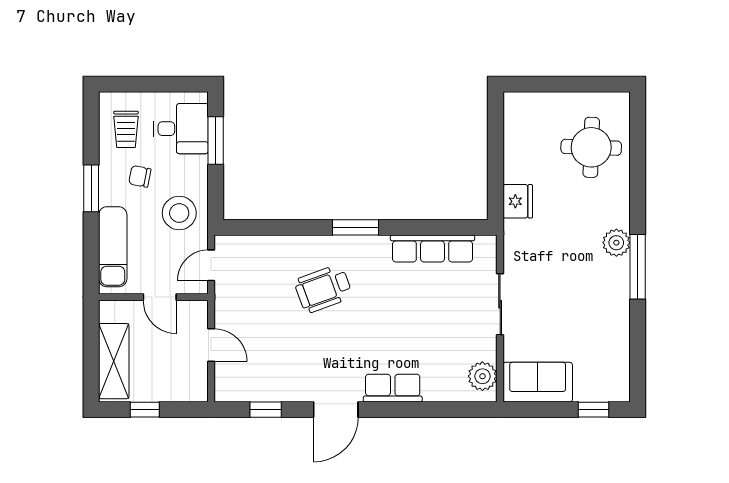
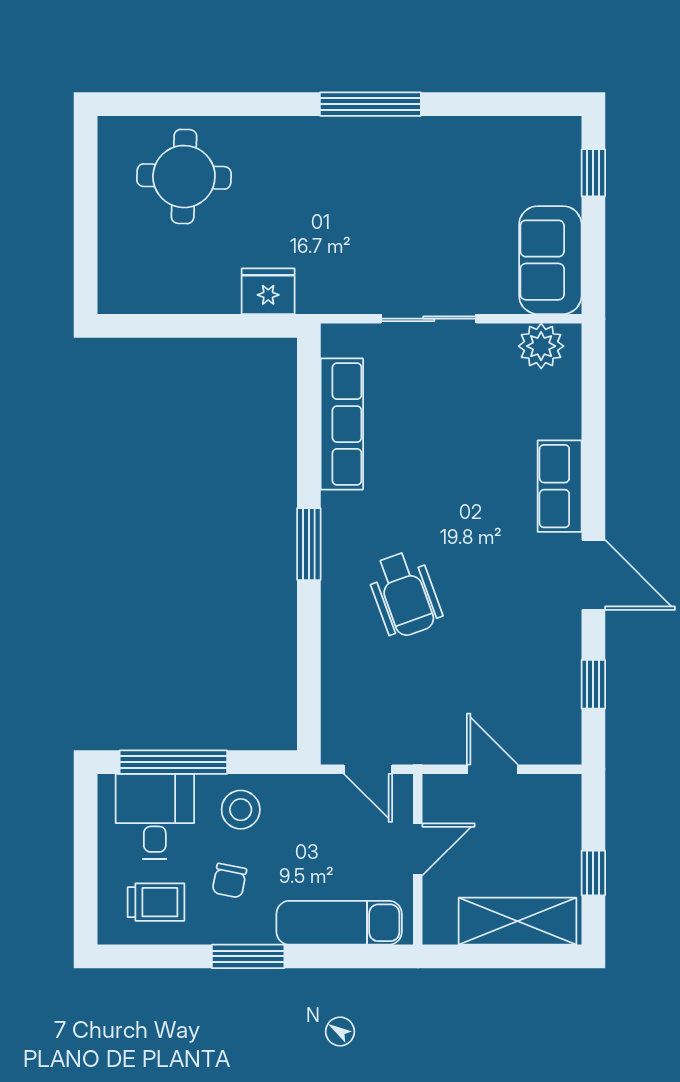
window: (216, 140) -> (173, 762), width x1.44
stool: (179, 213) -> (241, 810), moved, width x0.73, depth x0.73
plant: (616, 243) -> (333, 137), removed
door: (211, 345) -> (492, 769), hinge flipped

